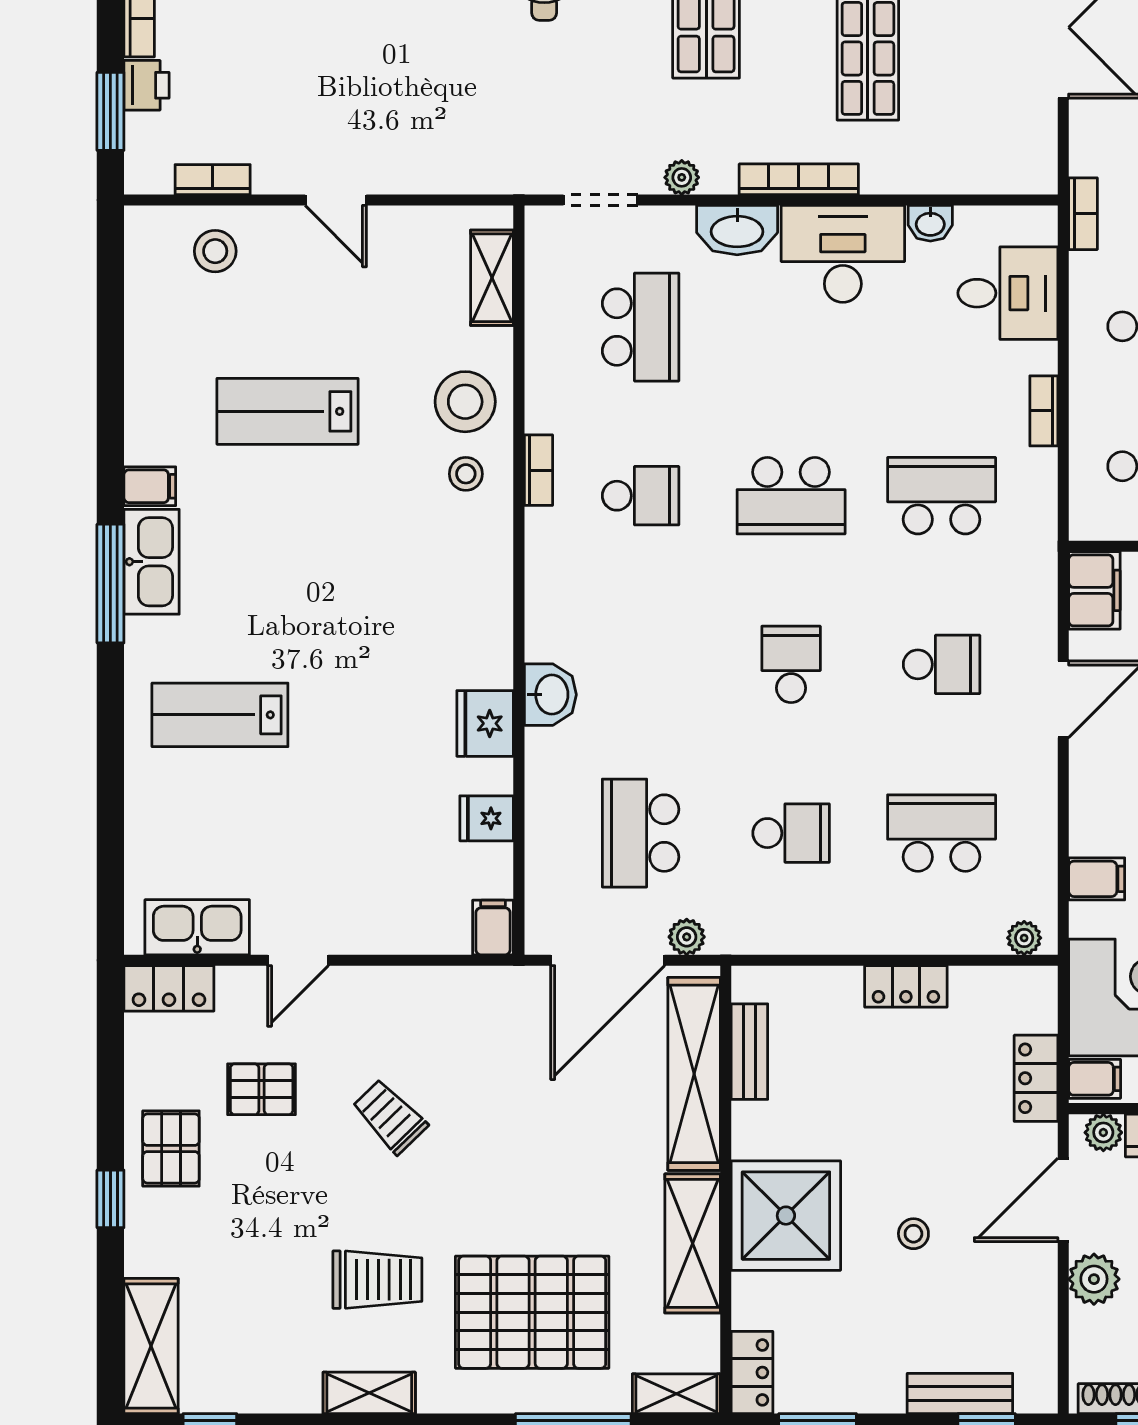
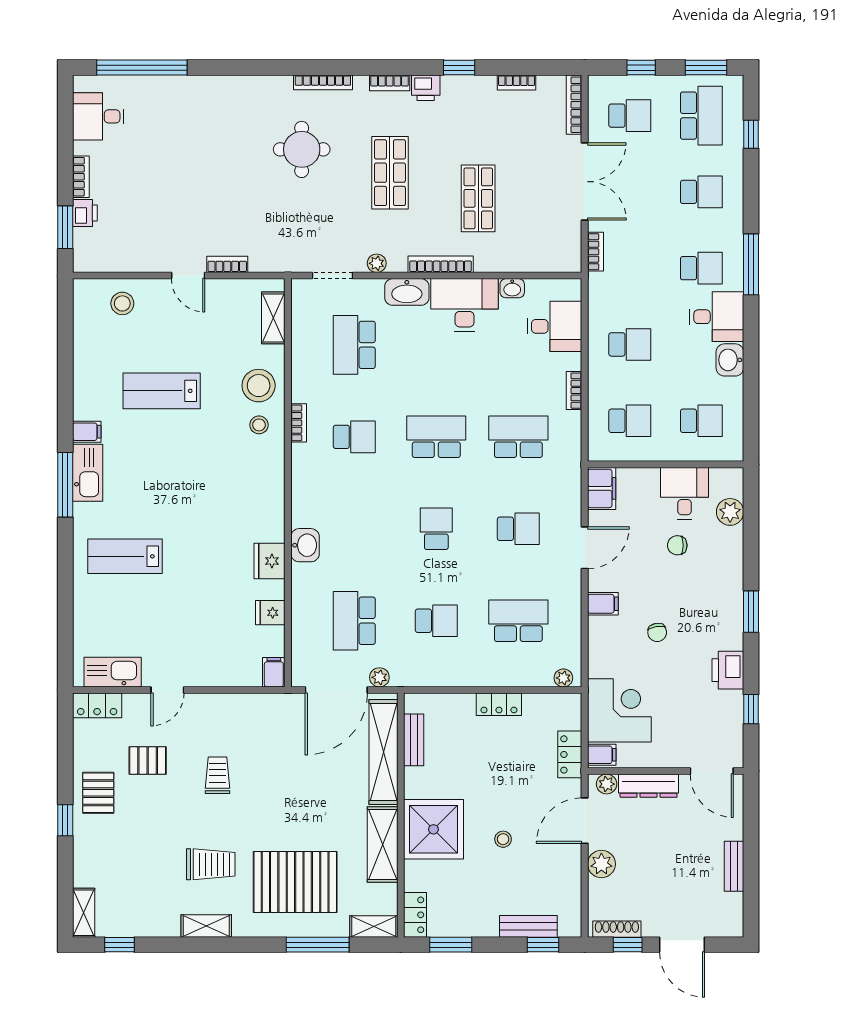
bookcase: (213, 180) -> (227, 264), moved
bookcase: (1083, 214) -> (595, 252), moved
school desk: (641, 327) -> (354, 345), turned 180
school desk: (791, 496) -> (436, 437), turned 180
filing cabinet: (1097, 879) -> (603, 604), moved
trolley: (390, 1116) -> (218, 775), turned 44
shelving: (151, 1346) -> (84, 913), width x0.67, depth x0.75

